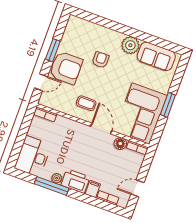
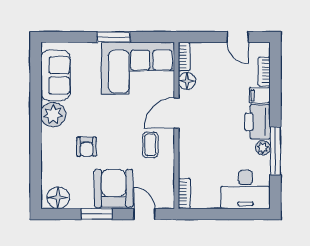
floor lamp: (73, 28) -> (58, 198), added
armchair: (101, 60) -> (87, 147), turned -90

